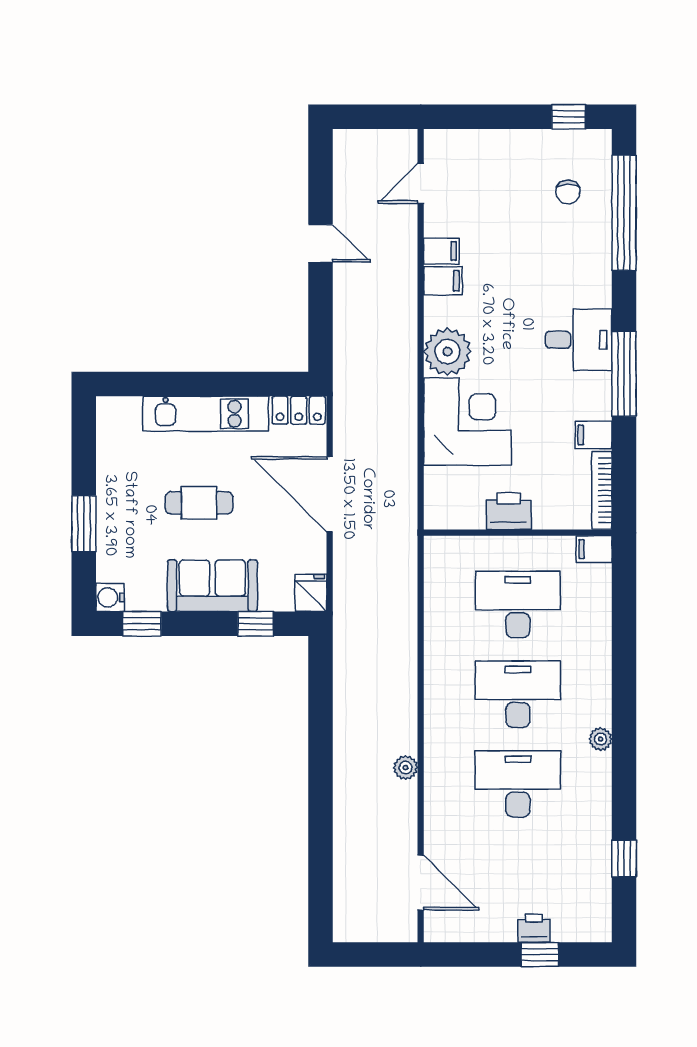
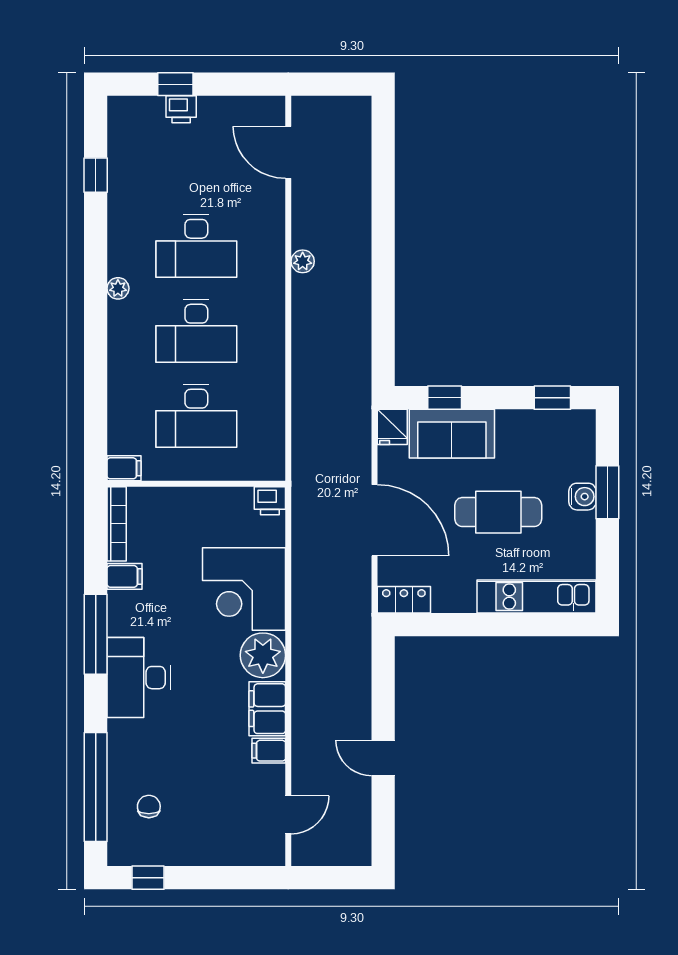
filing cabinet: (443, 281) -> (267, 709), width x2.00
desk: (579, 340) -> (139, 678), width x1.37
kitchen unit: (206, 414) -> (537, 597), moved
cafe table: (199, 503) -> (498, 512), width x1.37, depth x1.35
printer: (509, 511) -> (270, 501), moved, width x0.73, depth x0.81
sofa: (212, 586) -> (452, 434), moved
water cooler: (110, 597) -> (582, 497), moved

